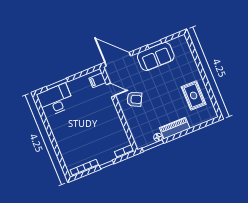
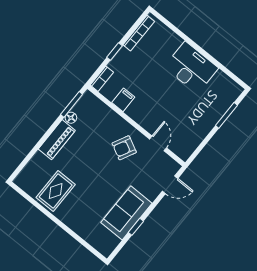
door: (118, 59) -> (170, 185), width x0.53
filing cabinet: (98, 80) -> (123, 100), moved
door: (111, 90) -> (158, 143), swing flipped
rug: (194, 96) -> (56, 191), turned 90
desk: (55, 100) -> (191, 67), moved, turned -90

